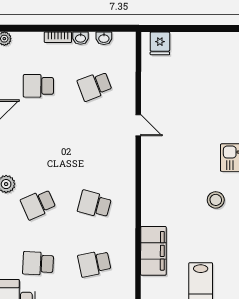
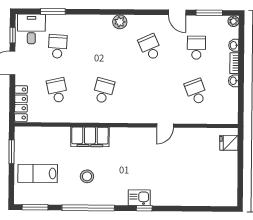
washbasin: (104, 38) -> (234, 45), moved
stool: (216, 200) -> (87, 176), moved
school desk: (38, 204) -> (150, 47), moved
filing cabinet: (153, 251) -> (90, 137), moved

